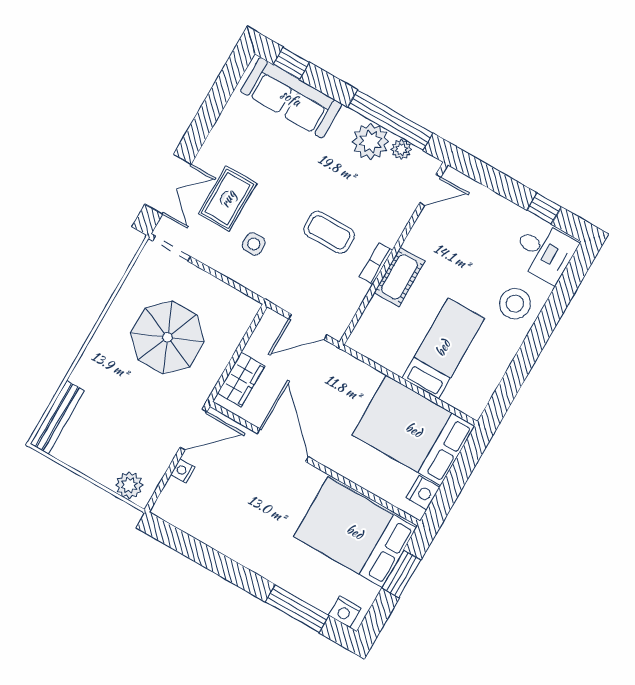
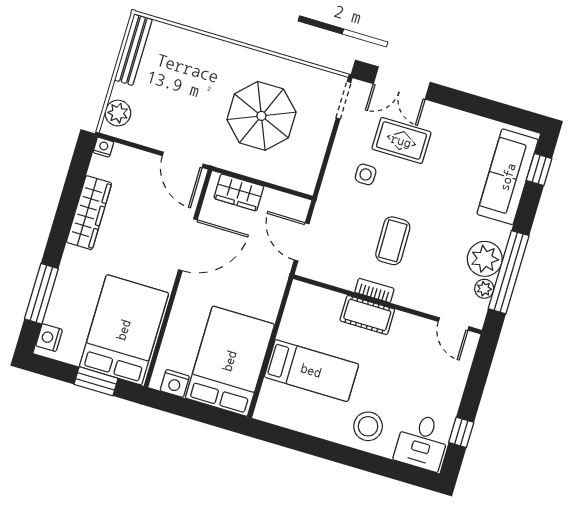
bench: (57, 417) -> (133, 50), moved, turned 90
nightstand: (183, 471) -> (103, 147), moved
wardrobe: (225, 540) -> (89, 213), added

